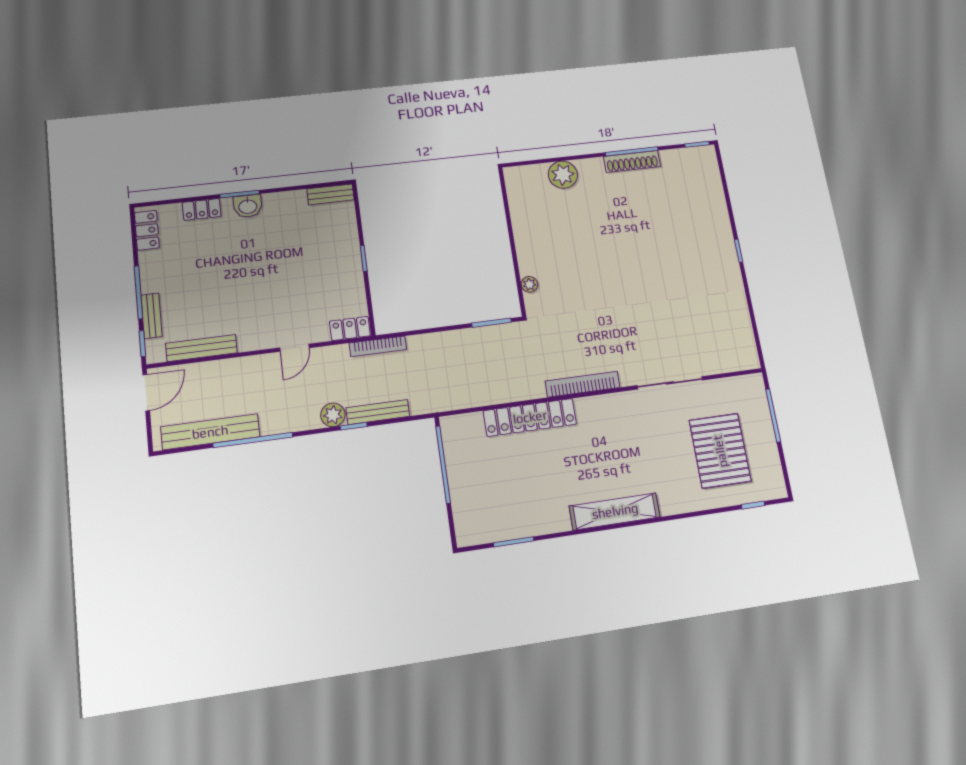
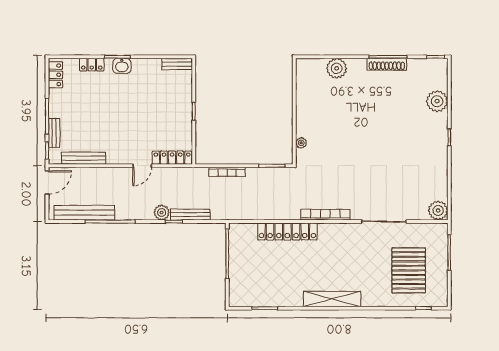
plant: (711, 203) -> (437, 101), added
locker: (350, 329) -> (172, 158), width x1.53
bookcase: (378, 346) -> (227, 172), moved
plant: (744, 356) -> (438, 210), added

